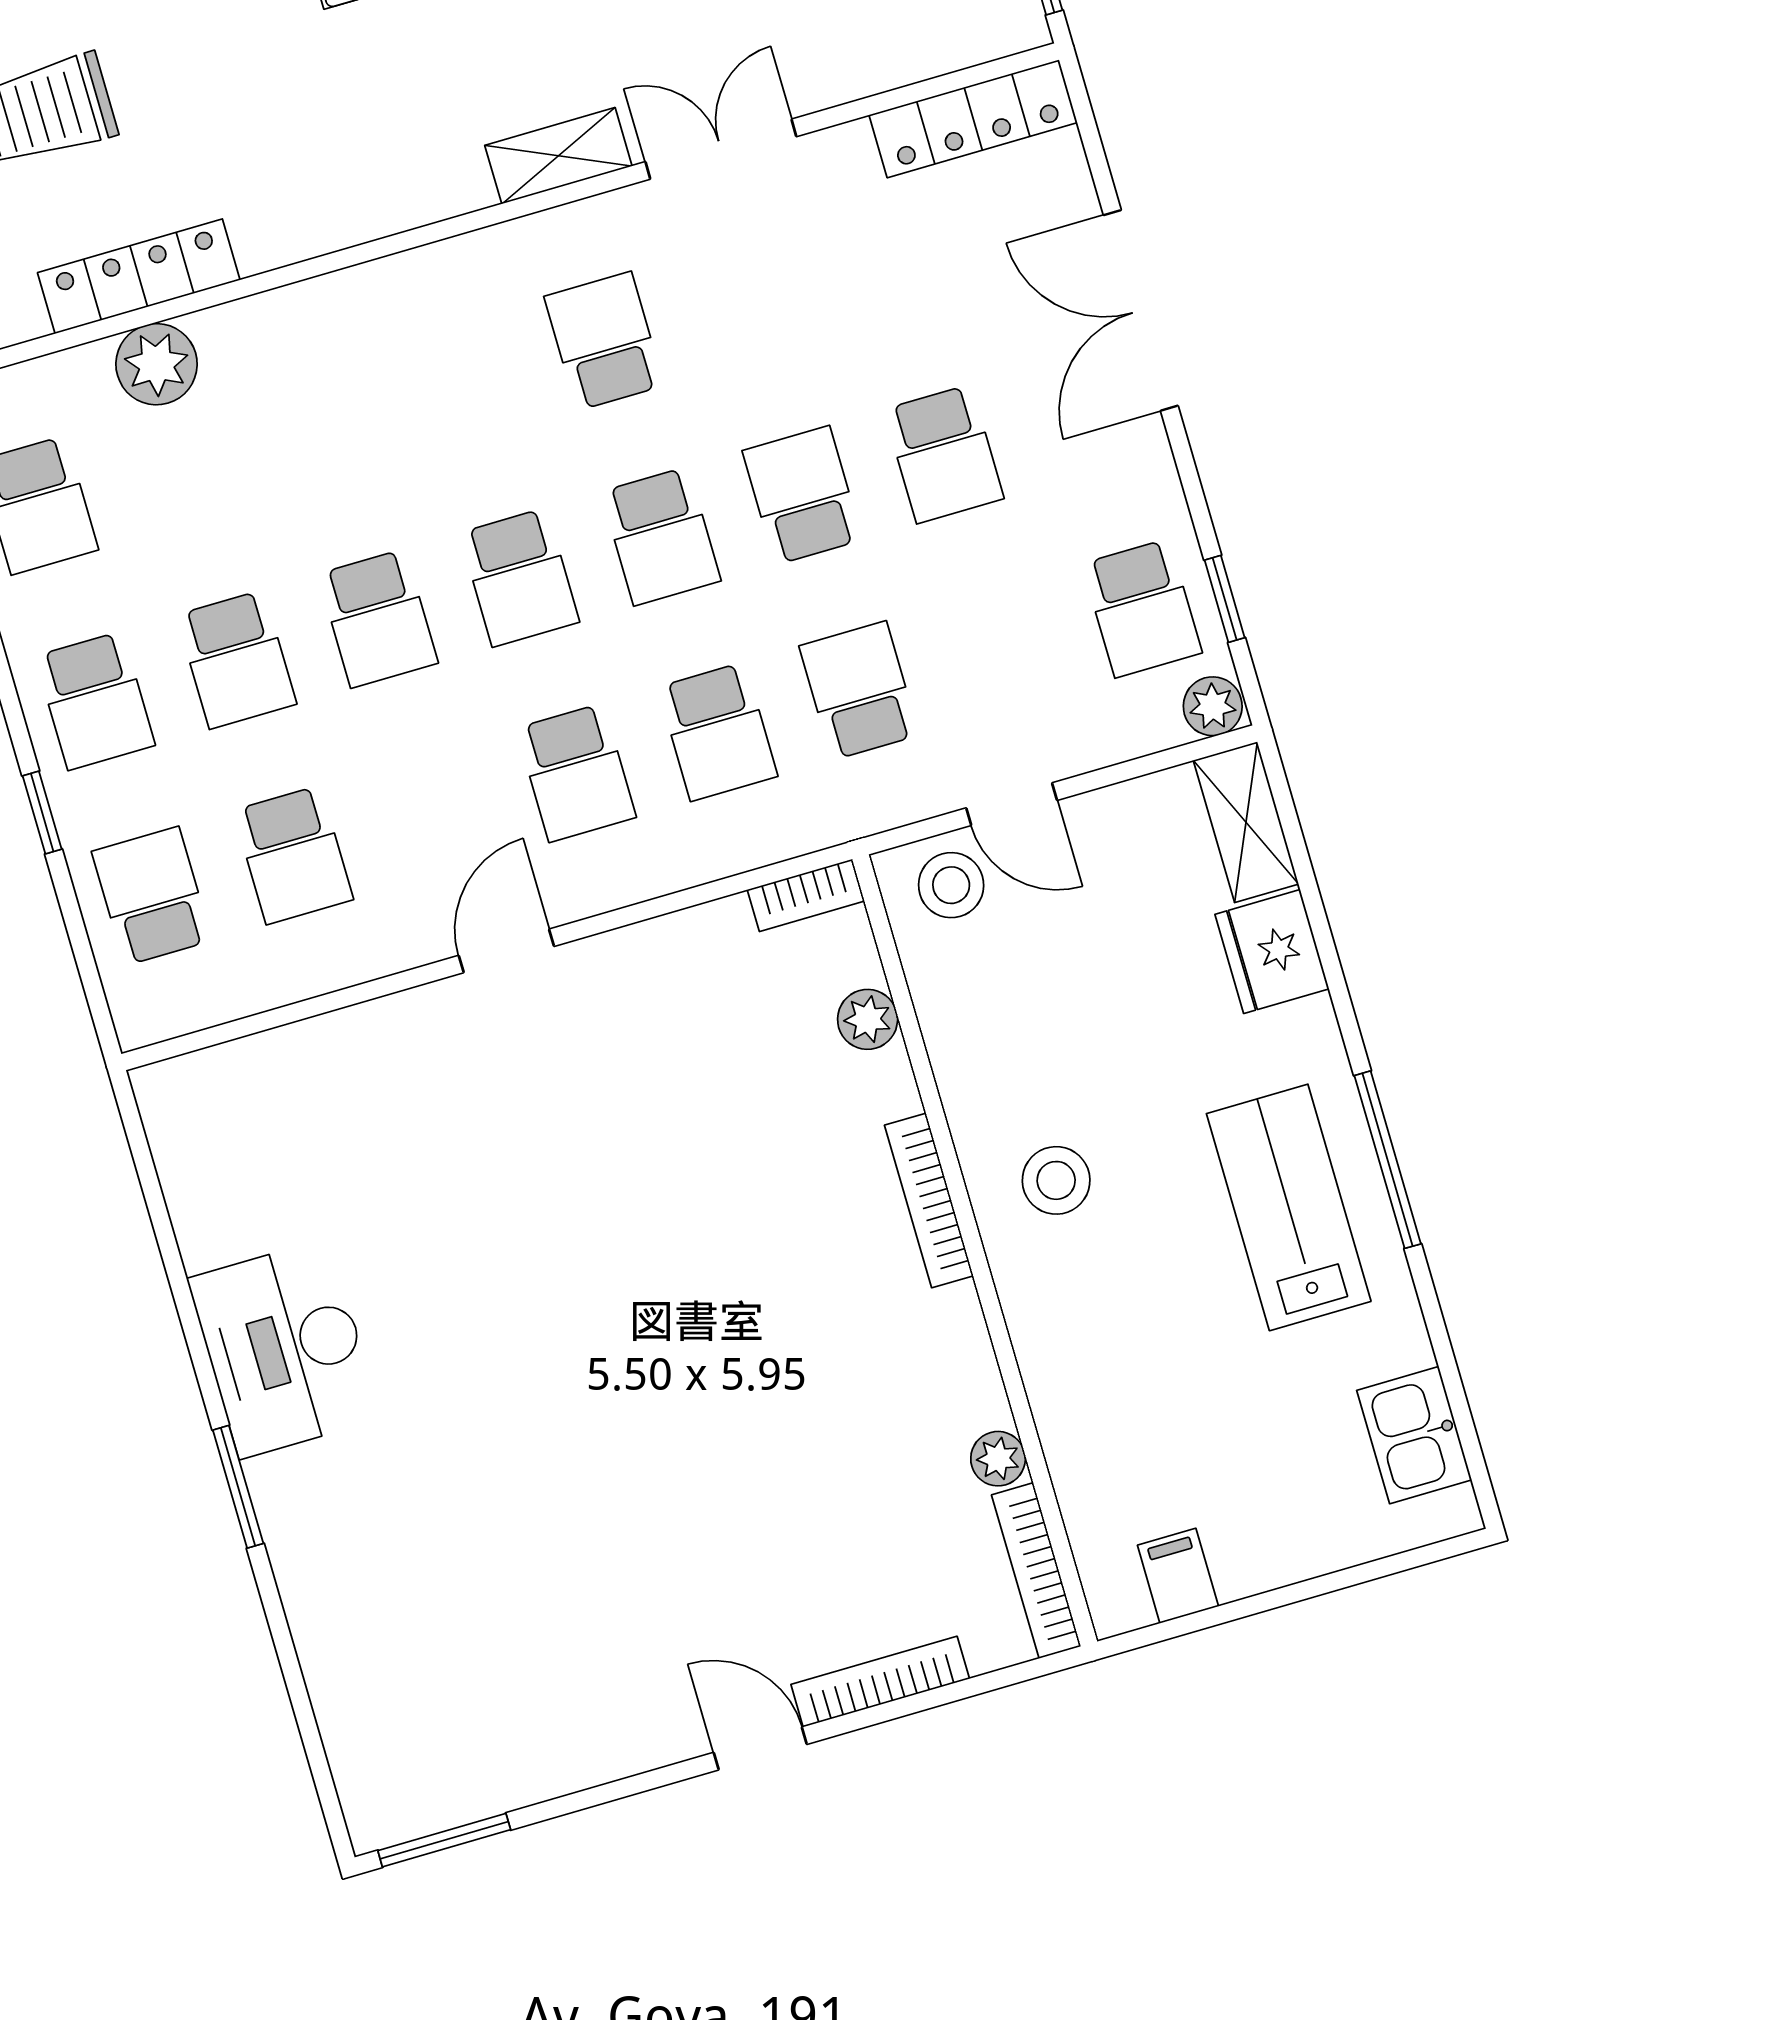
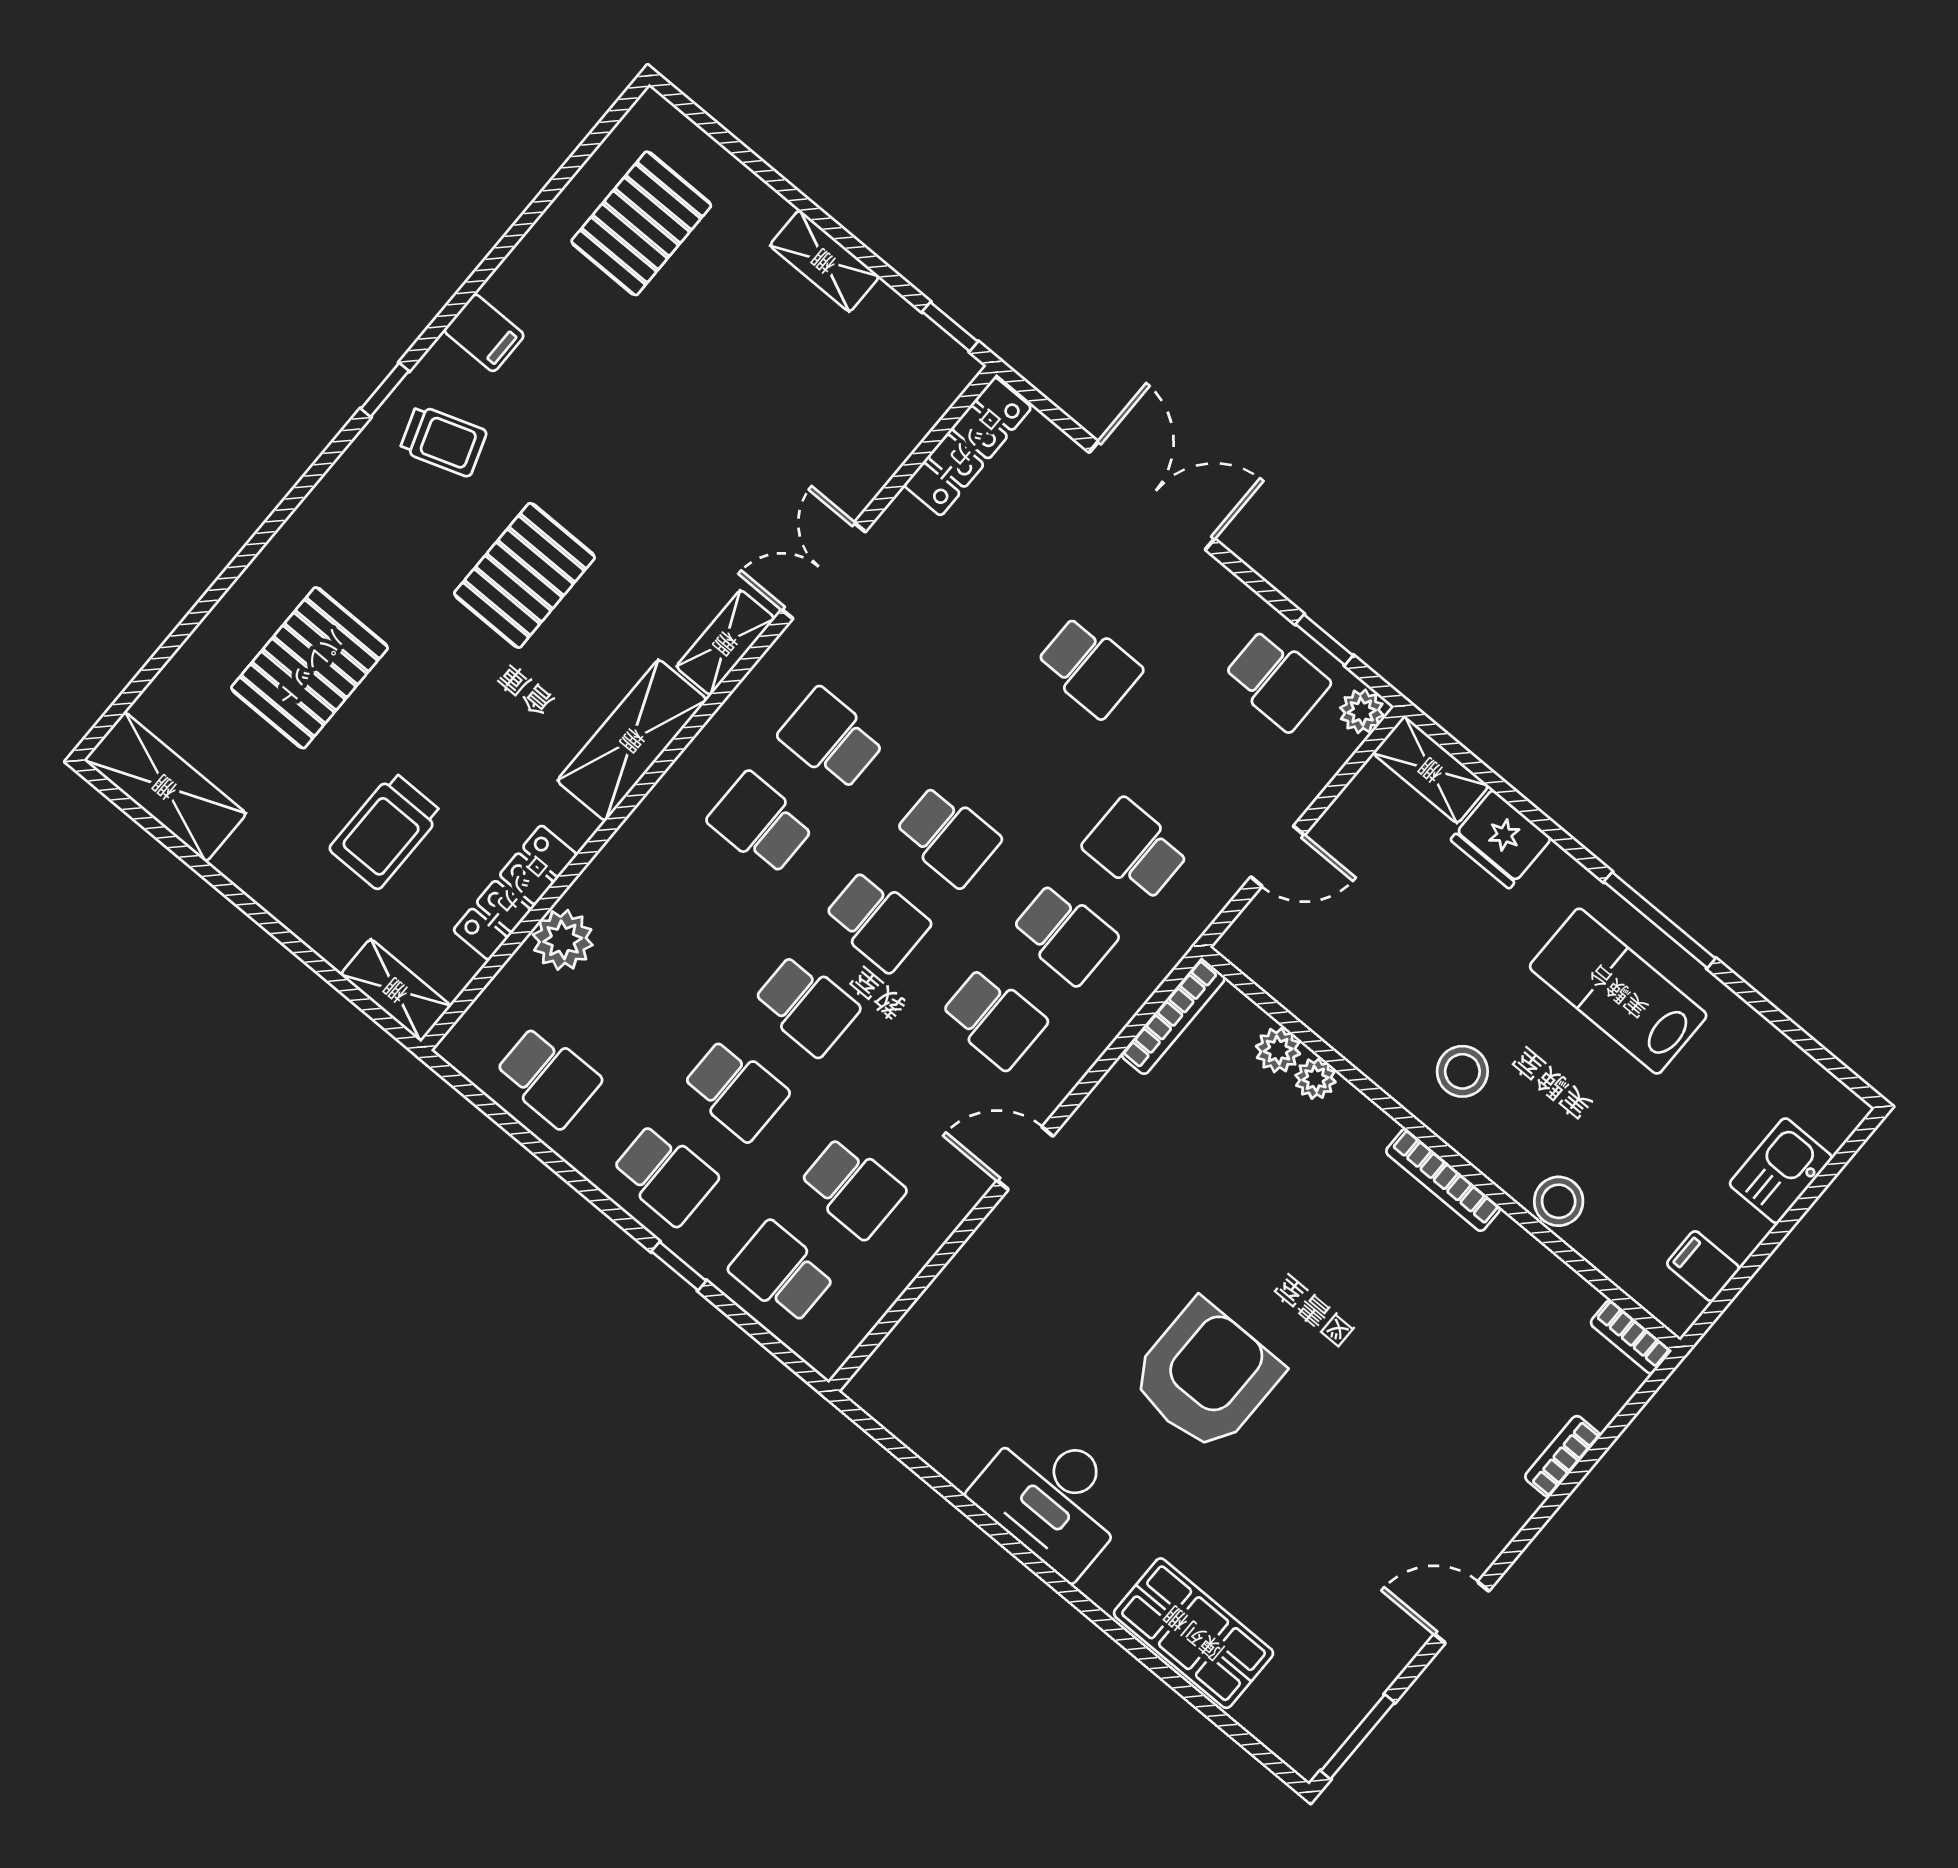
shelving: (382, 194) -> (632, 740), added
double door: (1141, 310) -> (1152, 495), swing flipped
school desk: (802, 495) -> (760, 823), moved
stool: (951, 885) -> (1559, 1201), moved
bookcase: (806, 895) -> (1173, 1017), width x1.56
door: (506, 951) -> (1025, 1158), hinge flipped
bookcase: (929, 1200) -> (1443, 1180), moved
armchair: (545, 1327) -> (1206, 1376), added
kitchen sink: (1414, 1435) -> (1781, 1171), moved, turned 90
plant: (998, 1459) -> (1315, 1079), moved
window: (238, 1487) -> (1082, 1603), removed
bookcase: (1036, 1571) -> (1631, 1337), width x0.64
shop shelf: (339, 1603) -> (1194, 1633), added
bookcase: (880, 1682) -> (1562, 1456), width x0.64
door: (760, 1748) -> (1461, 1613), moved

